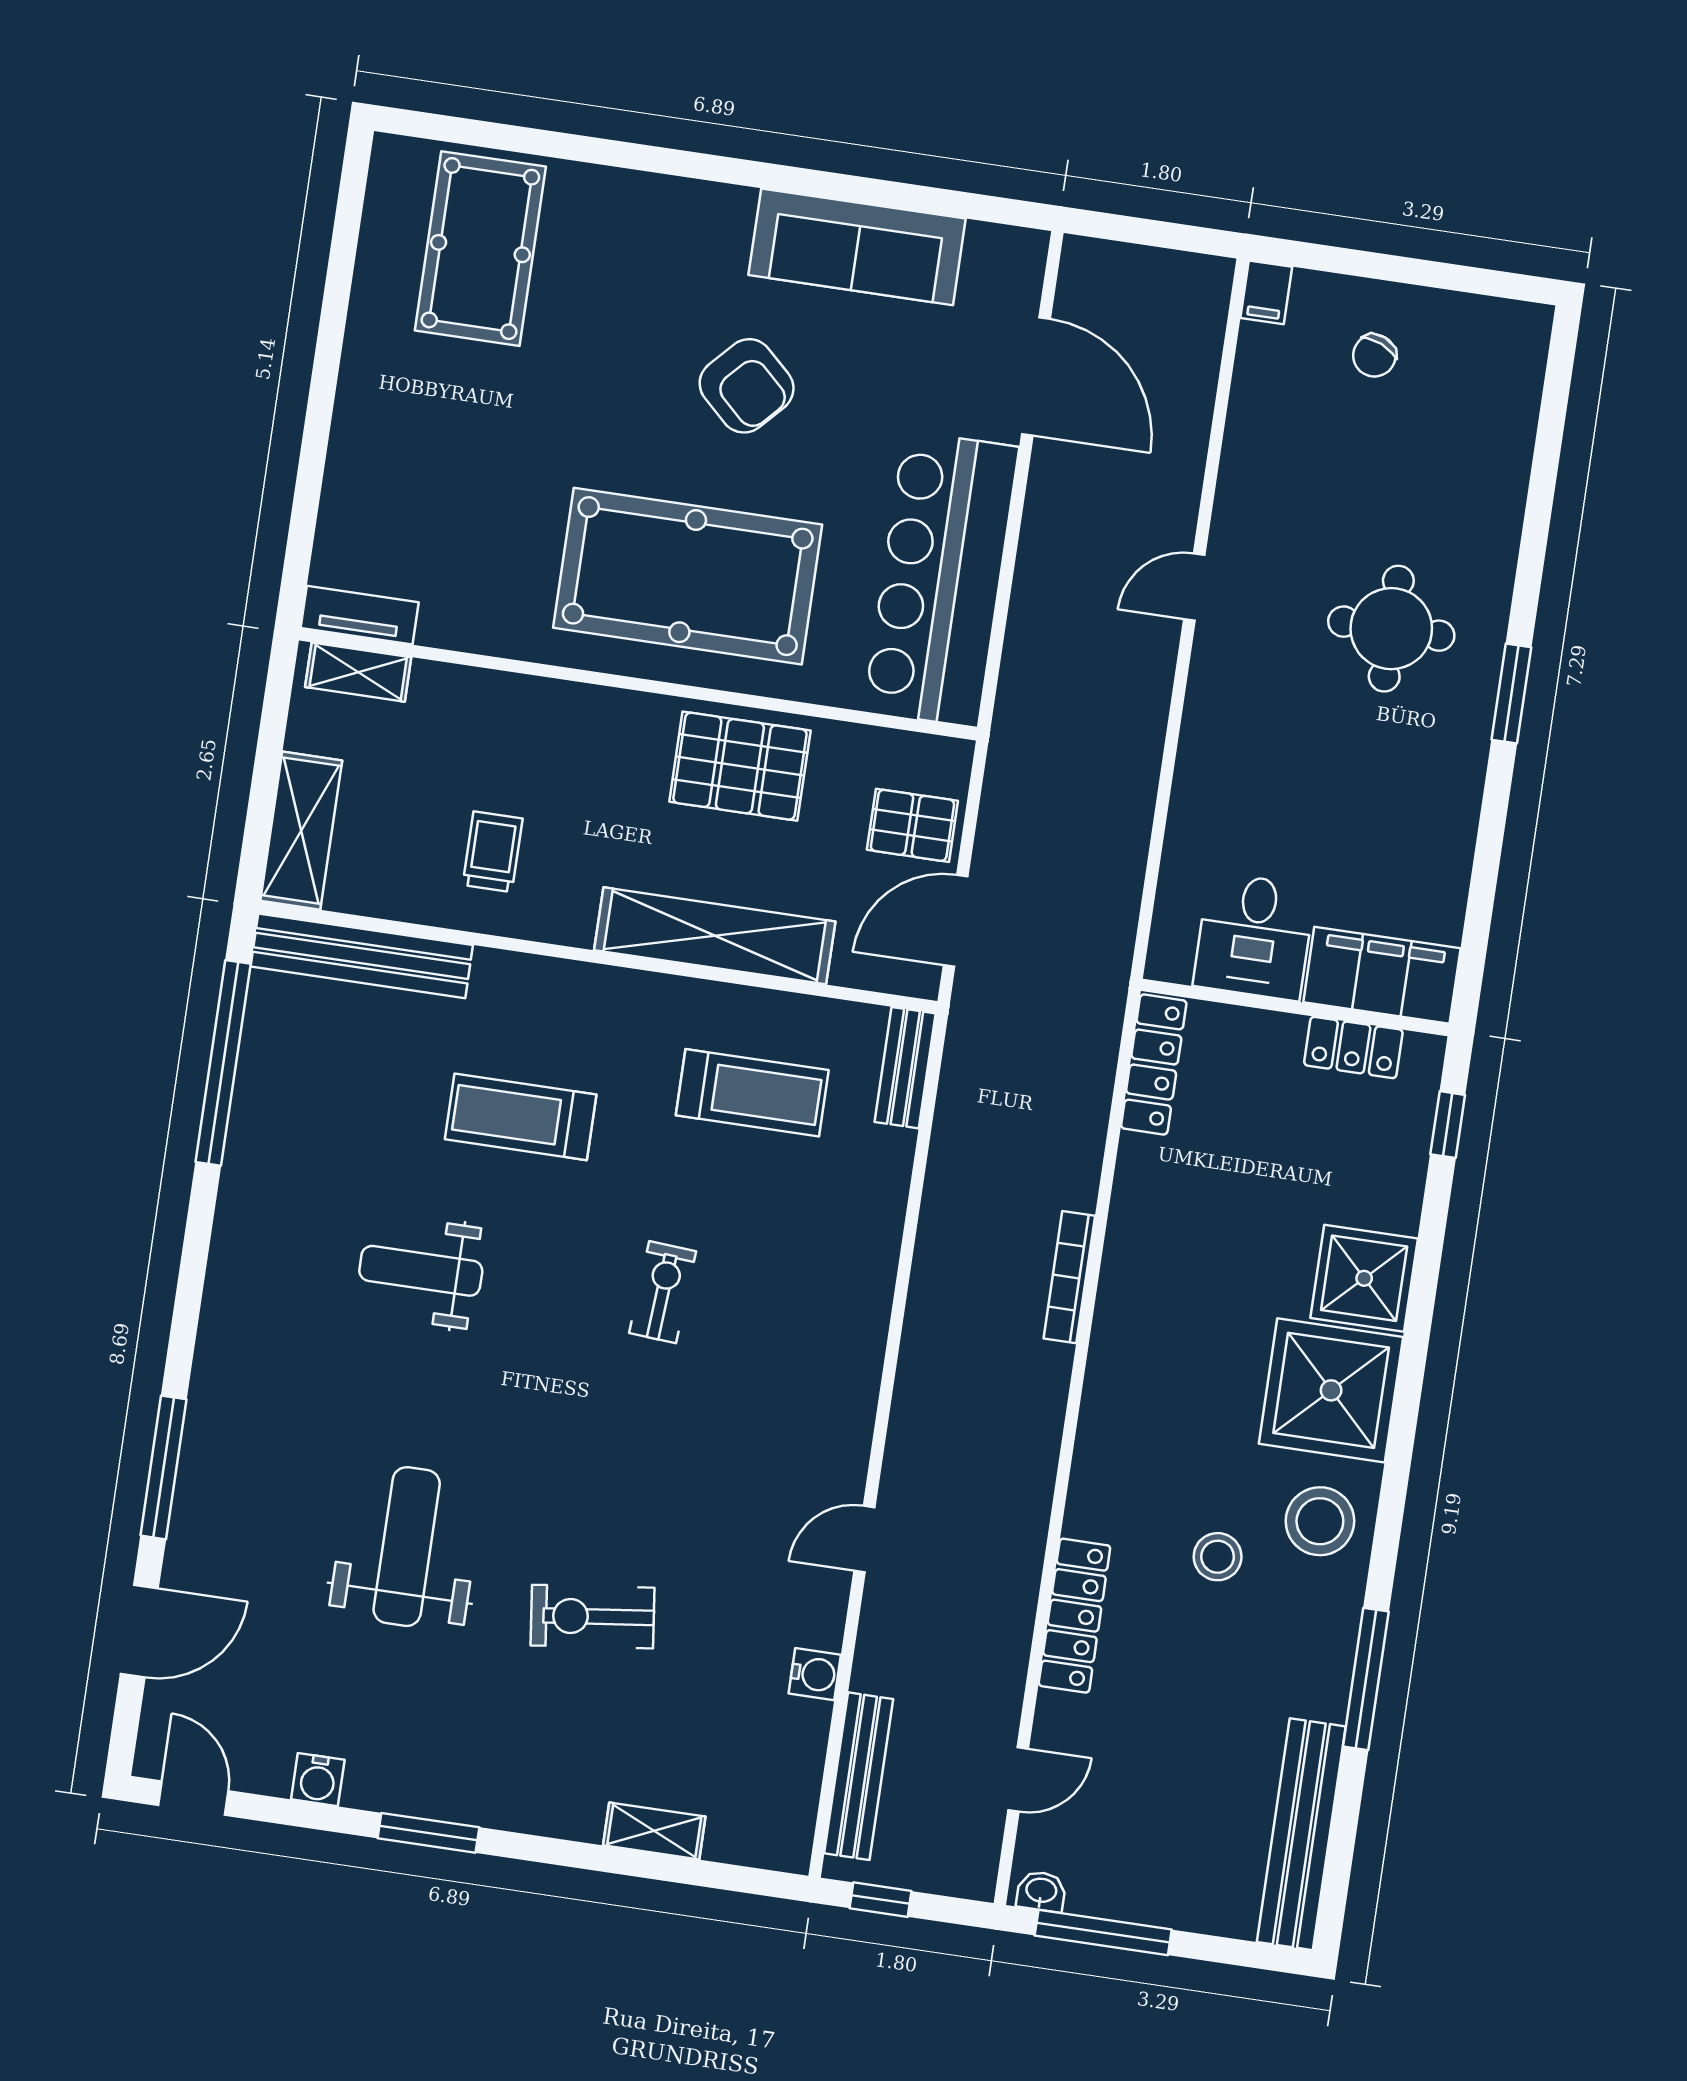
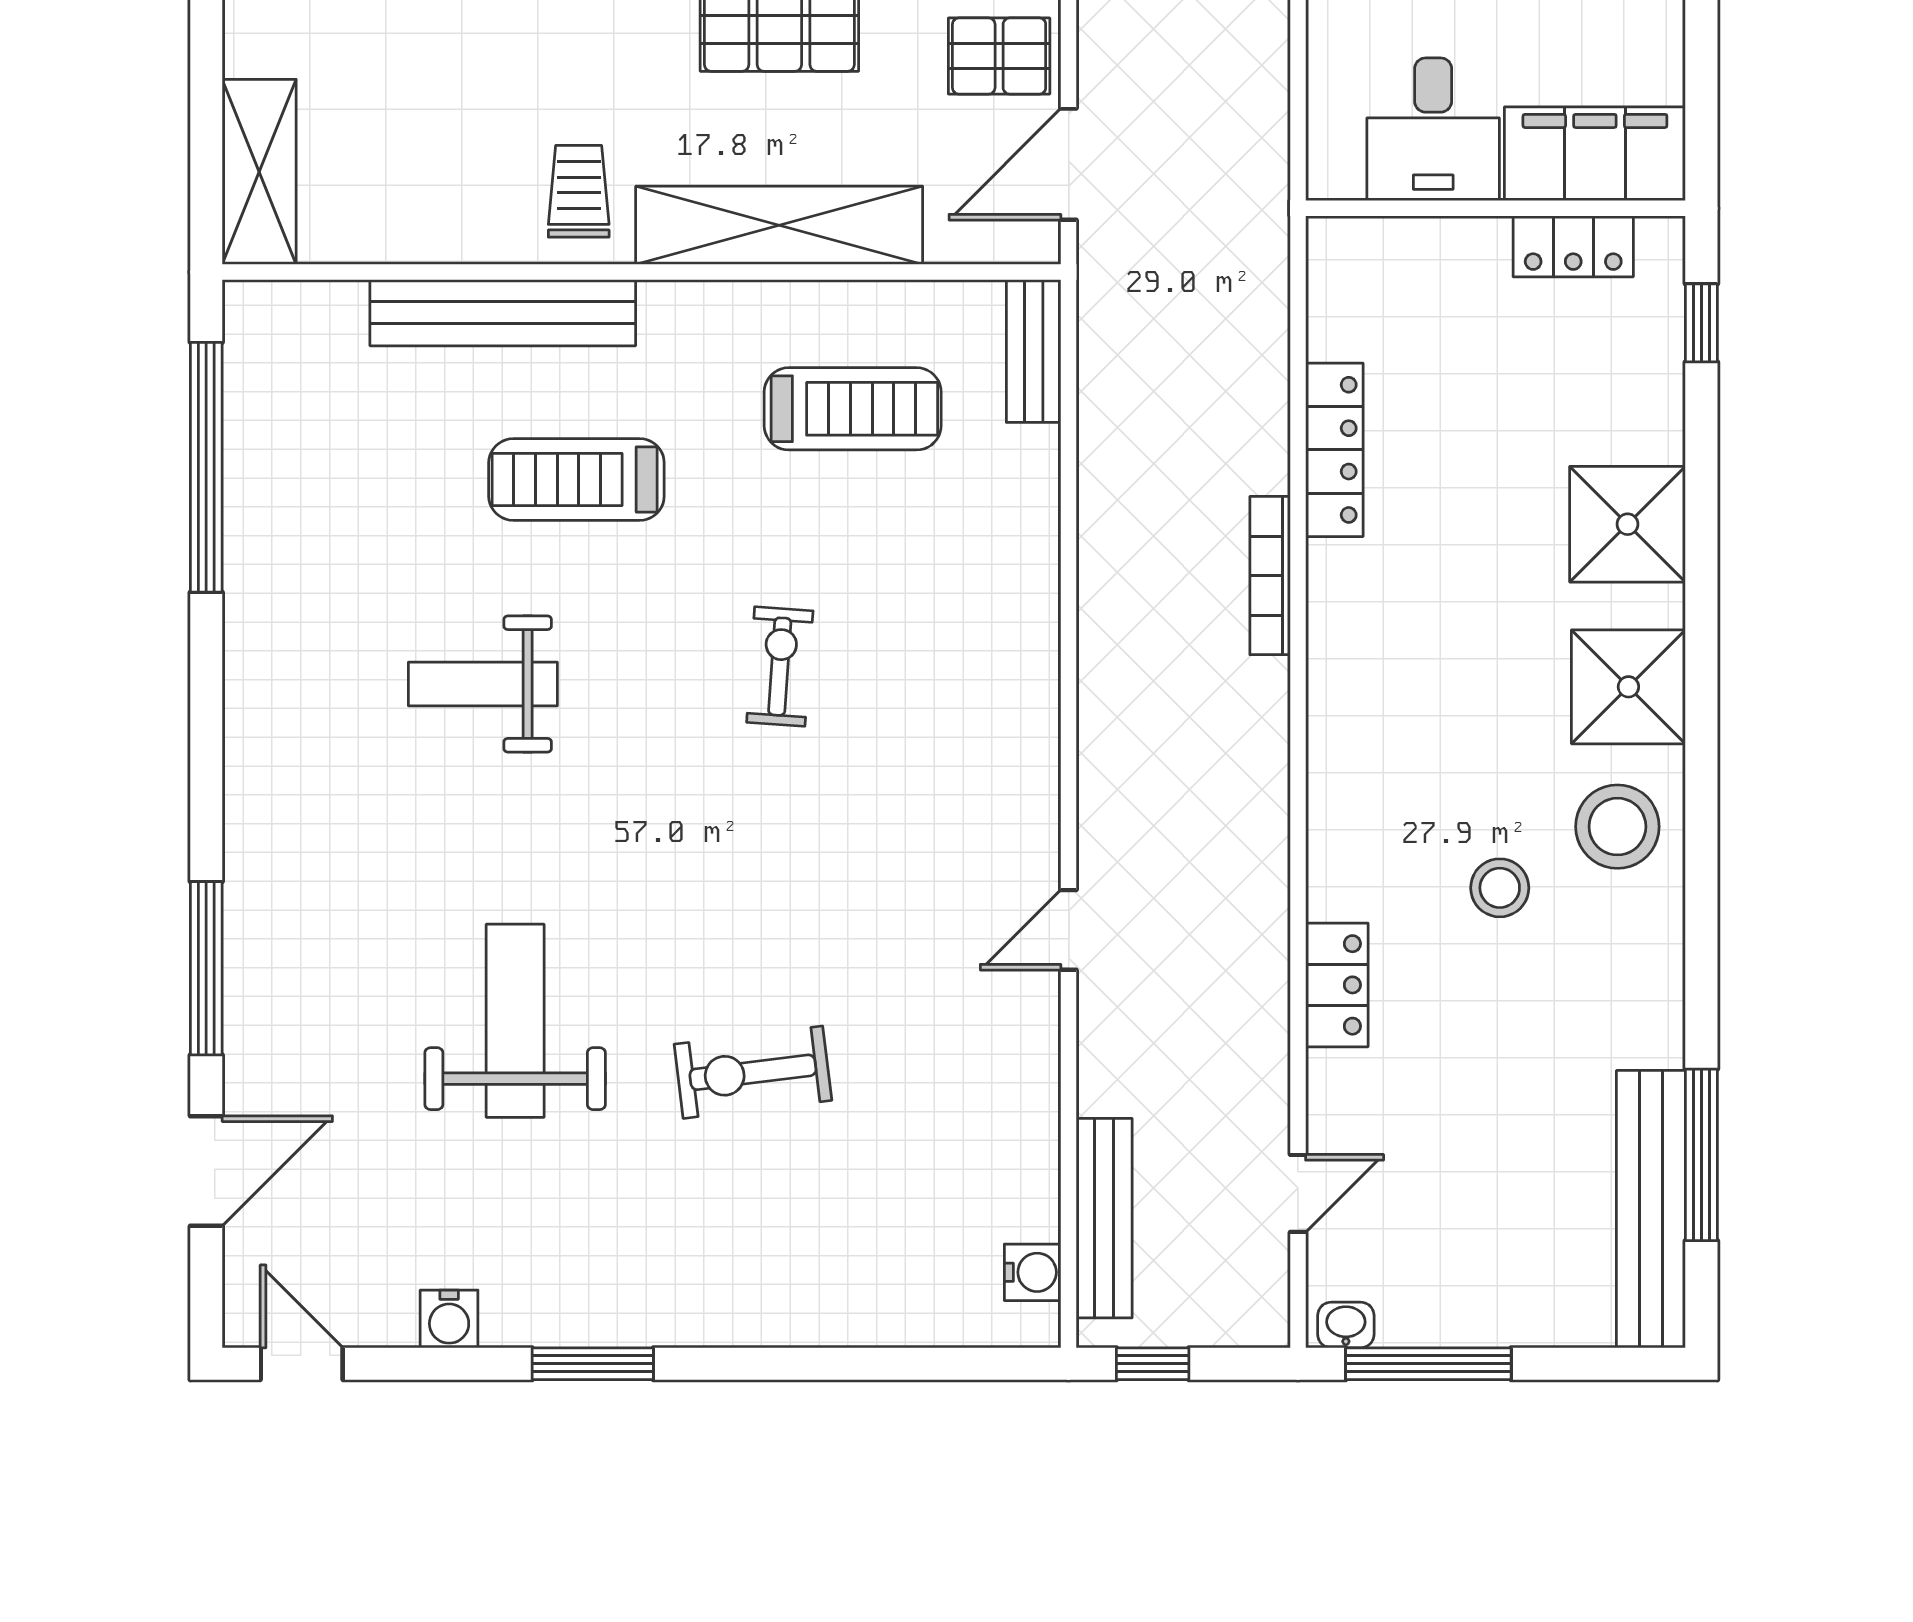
trolley: (493, 852) -> (579, 191), moved
bench: (362, 956) -> (503, 313), moved
locker: (1154, 1065) -> (1334, 450), moved
shower: (1331, 1390) -> (1628, 687), width x0.73, depth x0.73
locker: (1074, 1616) -> (1337, 985), width x0.66
water cooler: (815, 1674) -> (1033, 1272), moved
window: (1366, 1679) -> (1701, 1155), moved
shelving: (654, 1831) -> (866, 1321), removed

